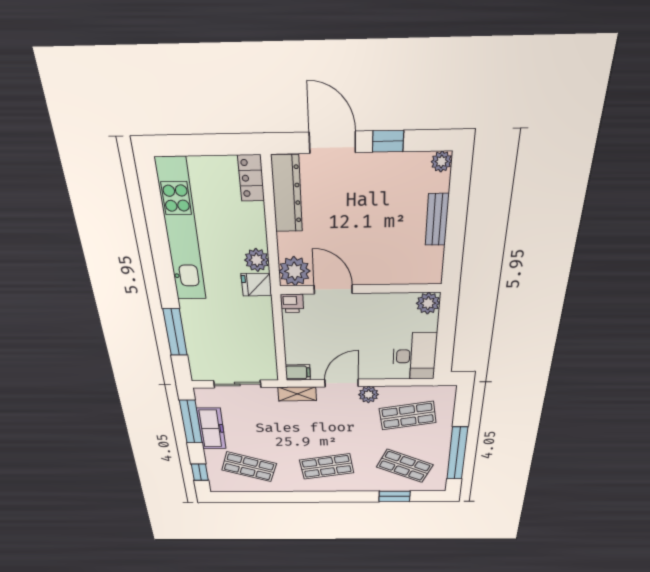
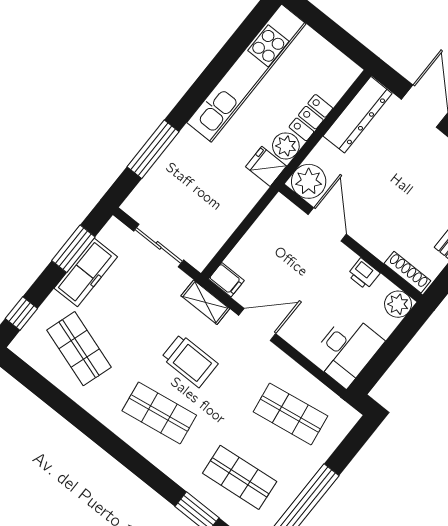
locker: (251, 178) -> (311, 118), moved
shoe rack: (418, 277) -> (407, 272), added
printer: (292, 303) -> (364, 274), moved
plant: (369, 395) -> (272, 358), removed
window: (191, 422) -> (73, 249), width x0.69
trolley: (319, 430) -> (190, 361), added
shop shelf: (405, 466) -> (240, 477), turned -30

